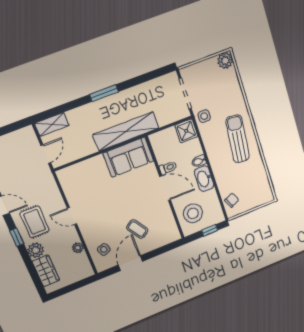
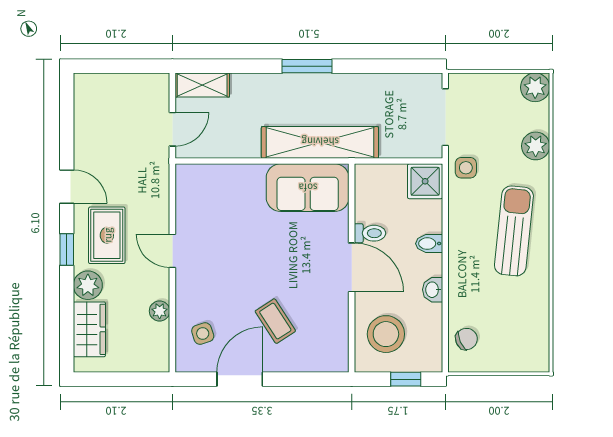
plant: (235, 92) -> (536, 146), added
washbasin: (204, 179) -> (433, 290), width x0.52, depth x0.69

